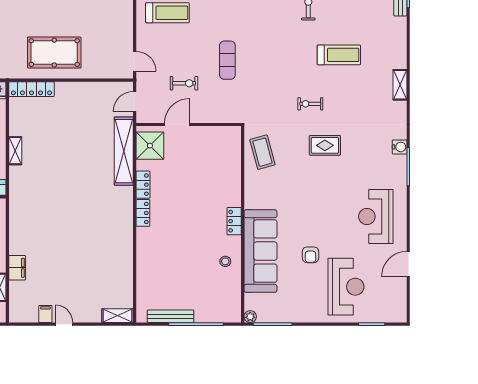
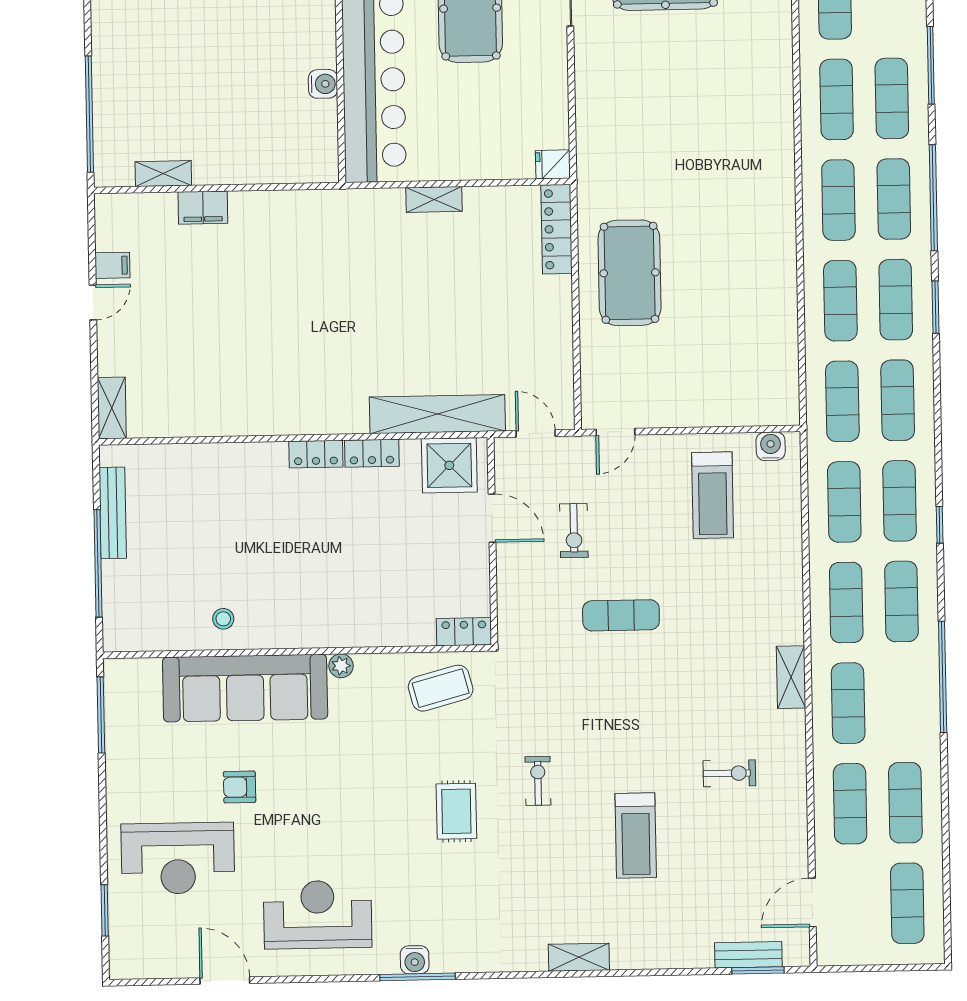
water cooler: (400, 147) -> (415, 960), moved
locker: (234, 221) -> (464, 632), moved
plant: (250, 317) -> (341, 666), moved

